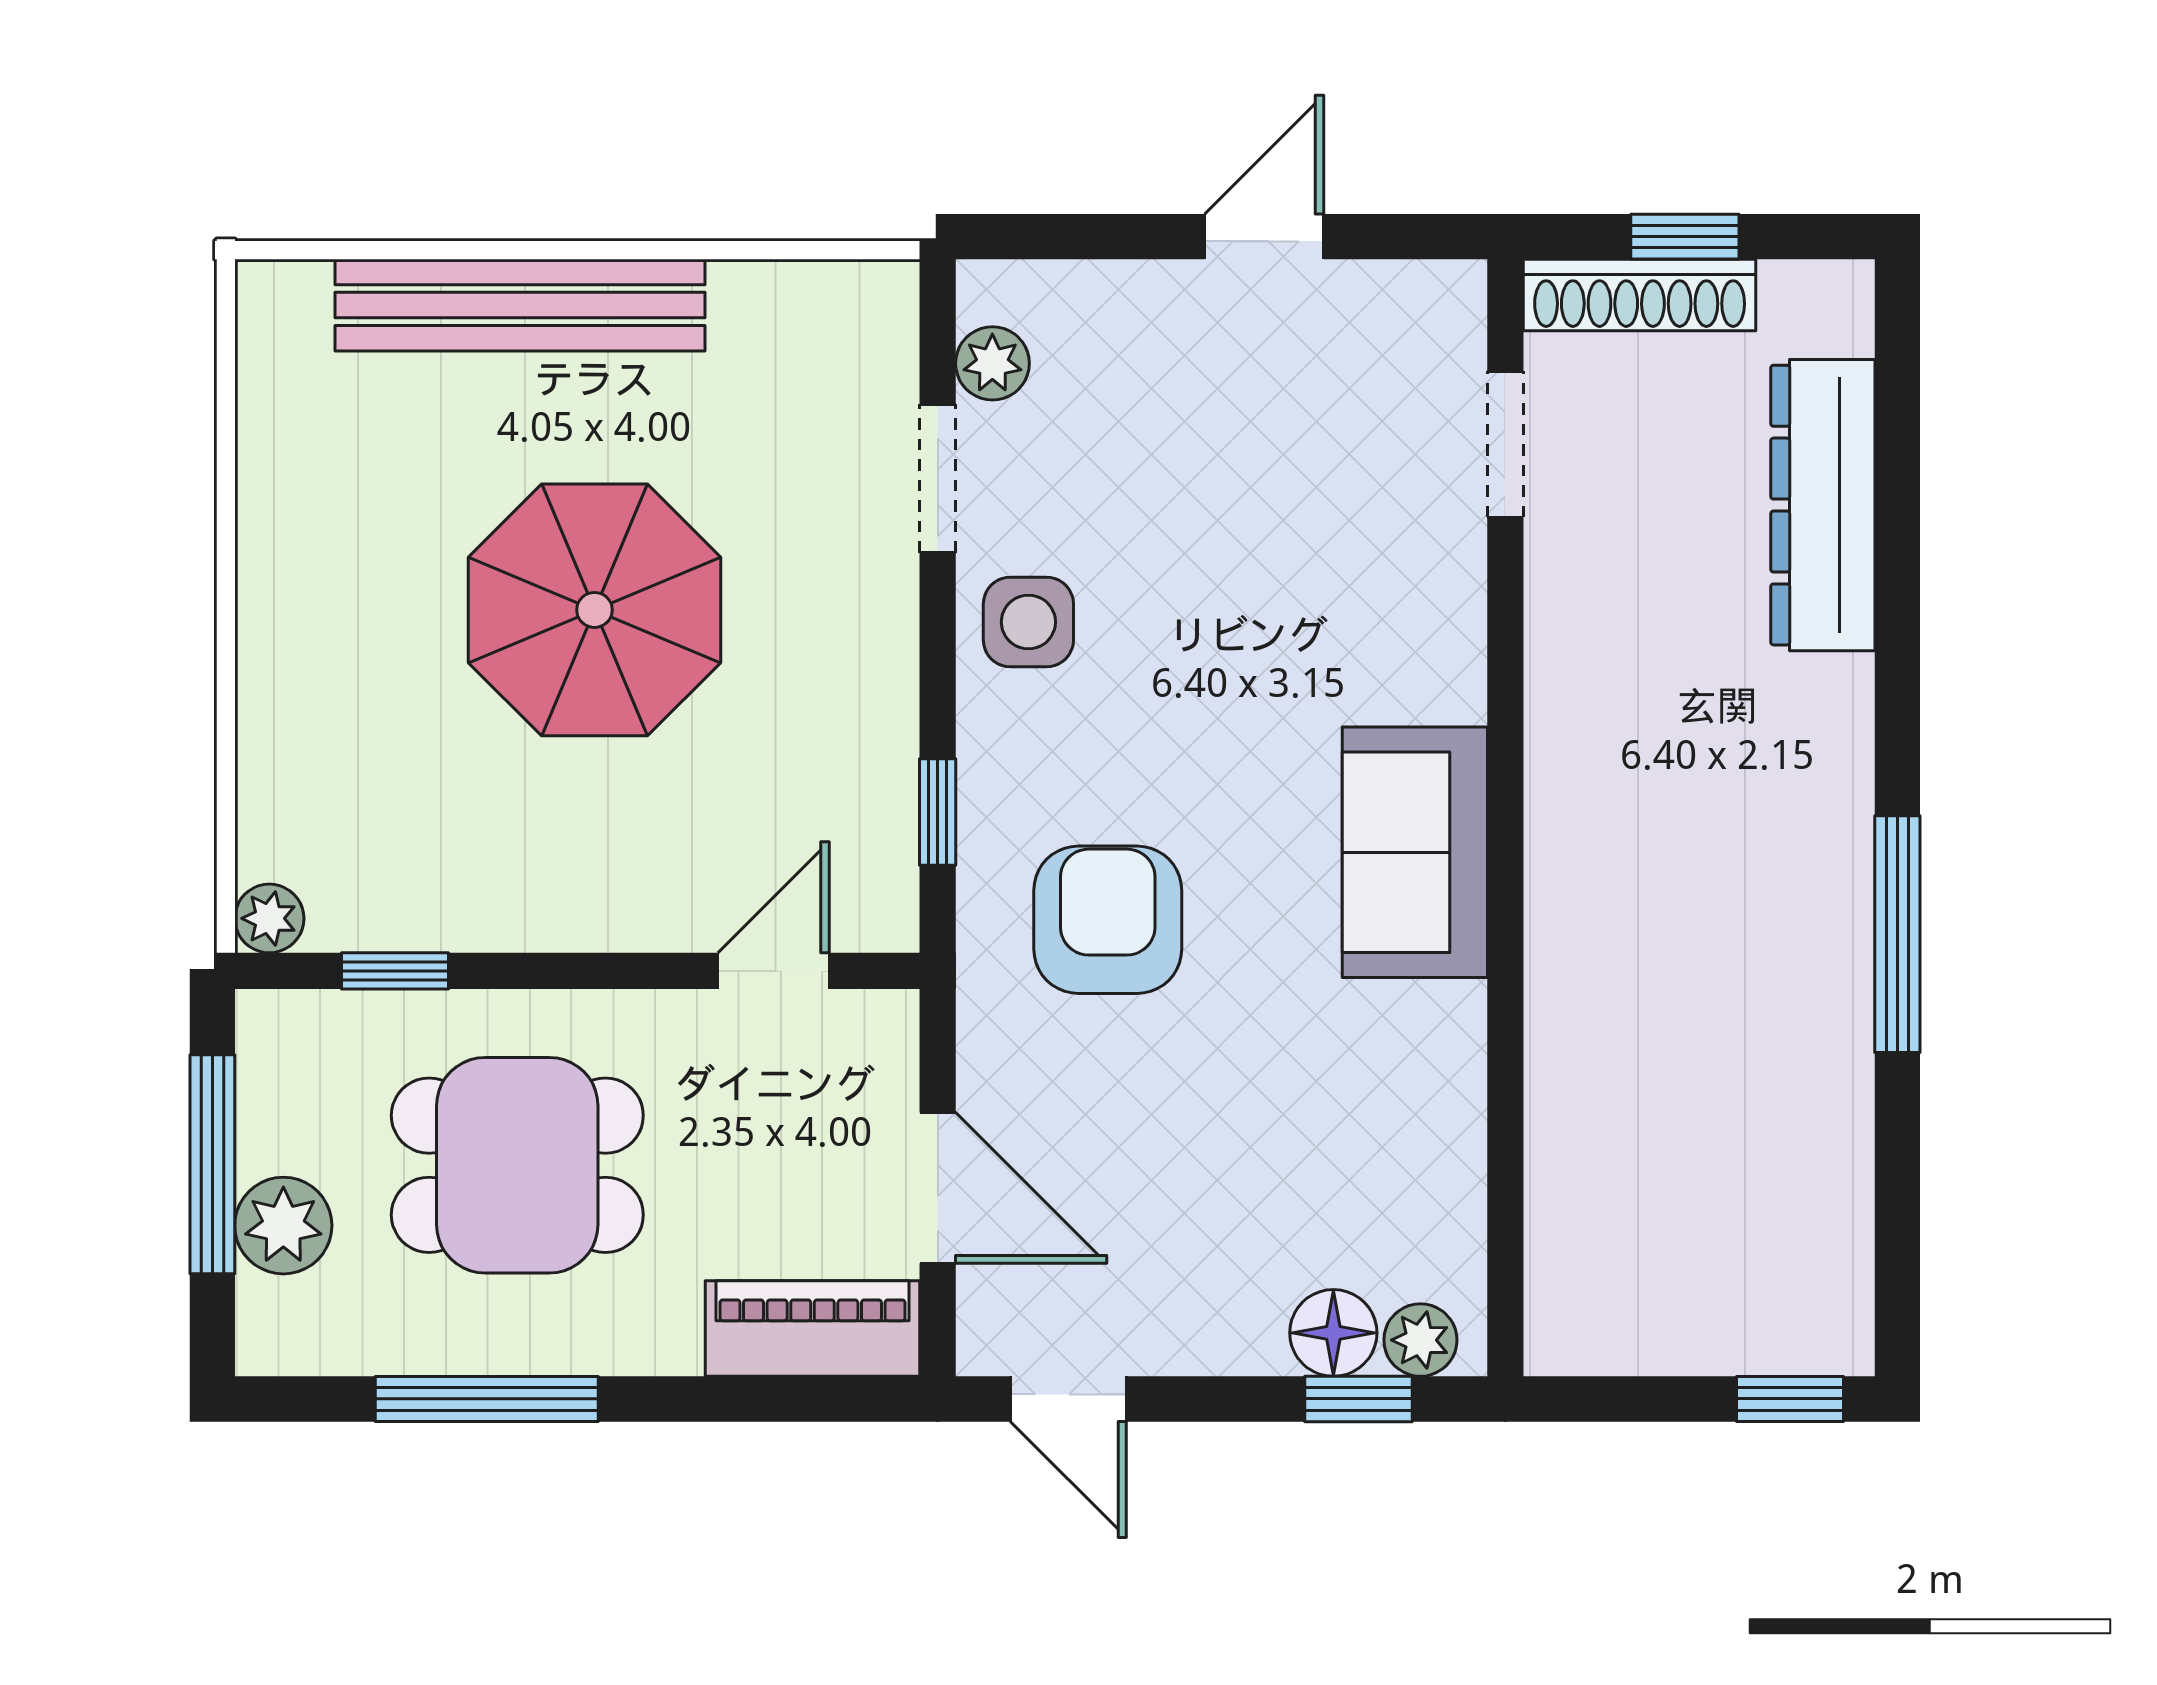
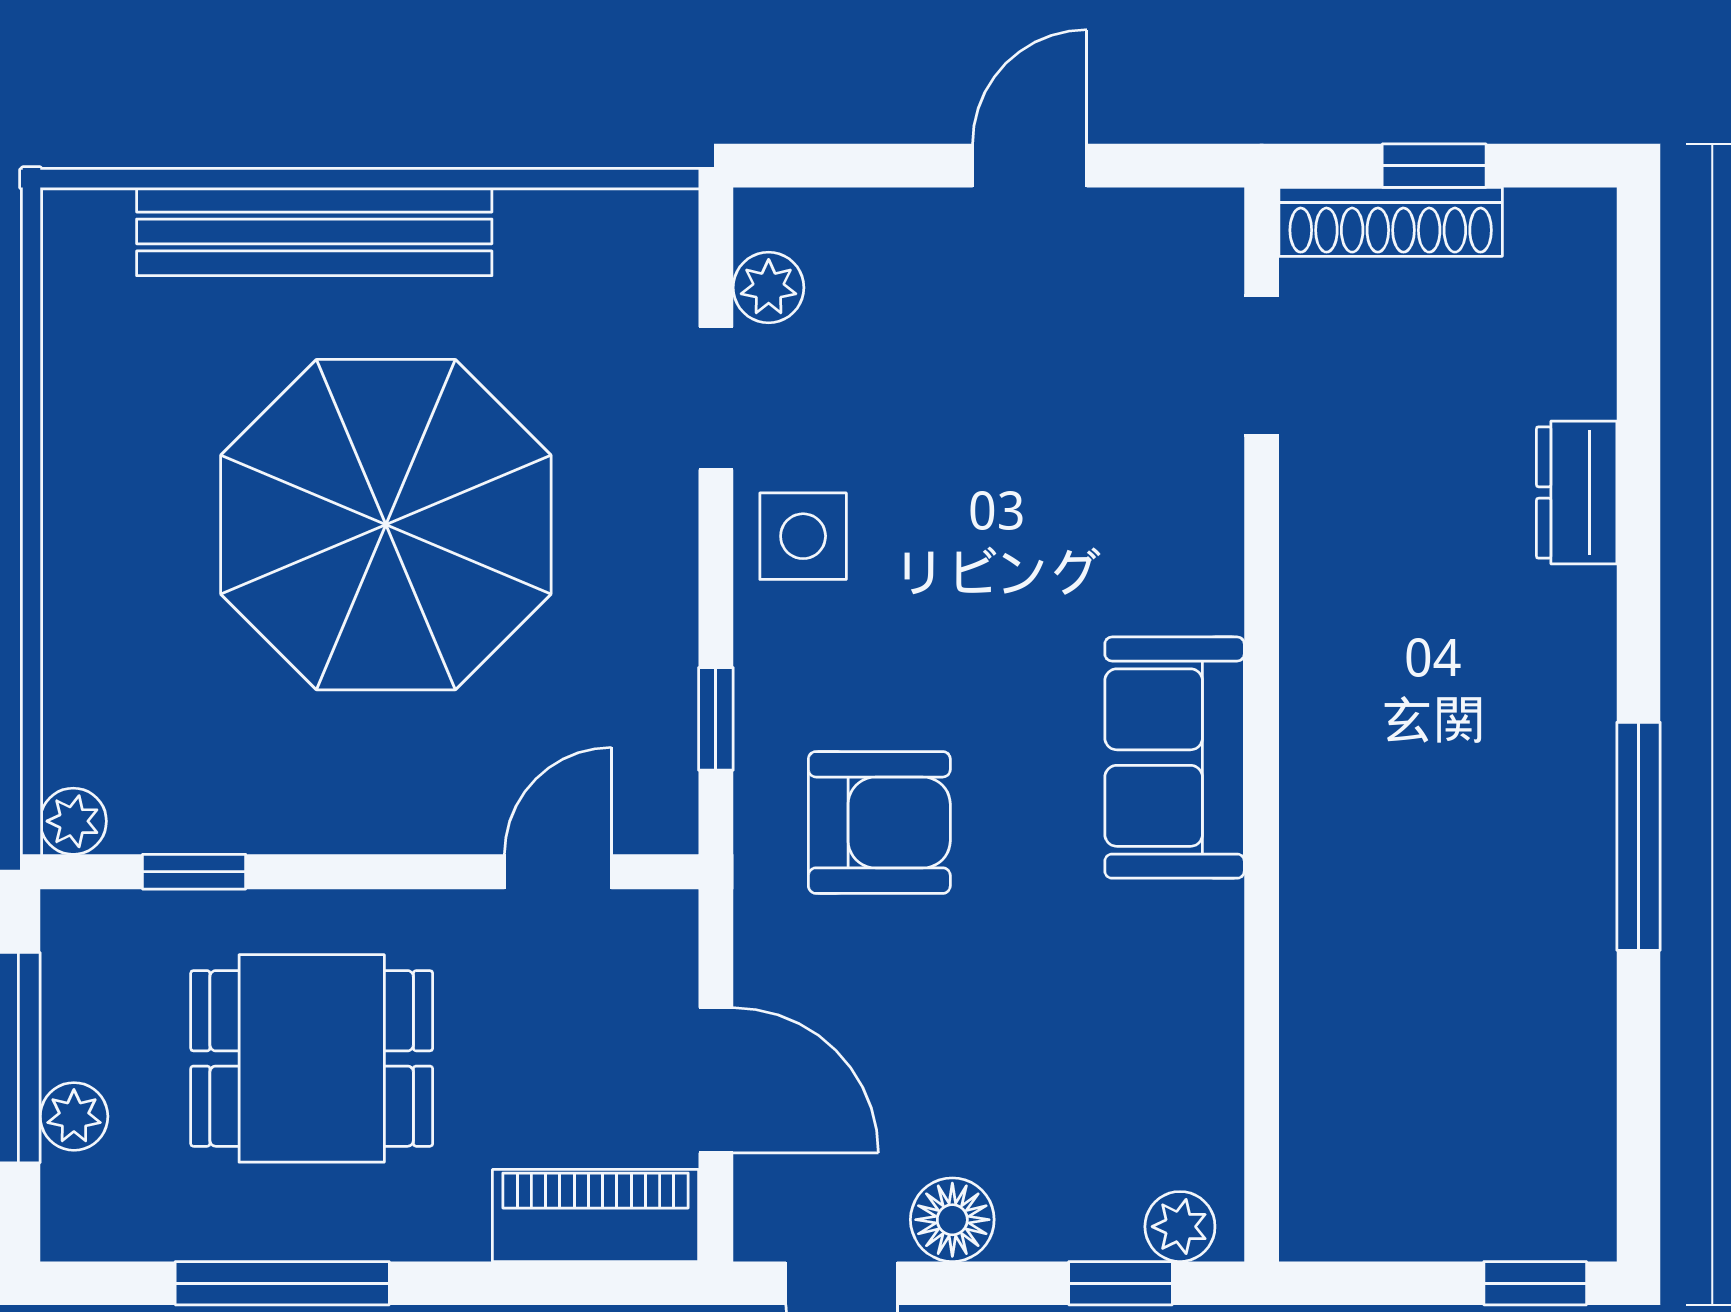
dresser: (1823, 505) -> (1577, 493), width x0.51, depth x0.80
parasol: (595, 610) -> (386, 525), width x1.36, depth x1.36
armchair: (1108, 920) -> (879, 822), turned 90
plant: (283, 1226) -> (74, 1116), width x0.73, depth x0.73
floor lamp: (1333, 1333) -> (952, 1220), moved

